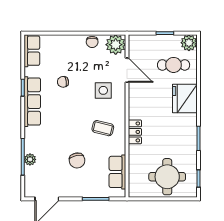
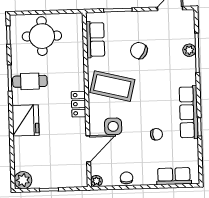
plant: (116, 45) -> (96, 181), width x0.53, depth x0.53
row of seats: (32, 51) -> (174, 176), moved, turned 90
cafe table: (174, 65) -> (30, 81), moved
door: (127, 70) -> (88, 149), swing flipped
coffee table: (103, 128) -> (112, 86), width x1.86, depth x1.72
locker: (135, 132) -> (79, 104), moved
chair: (77, 160) -> (139, 51), turned -49

